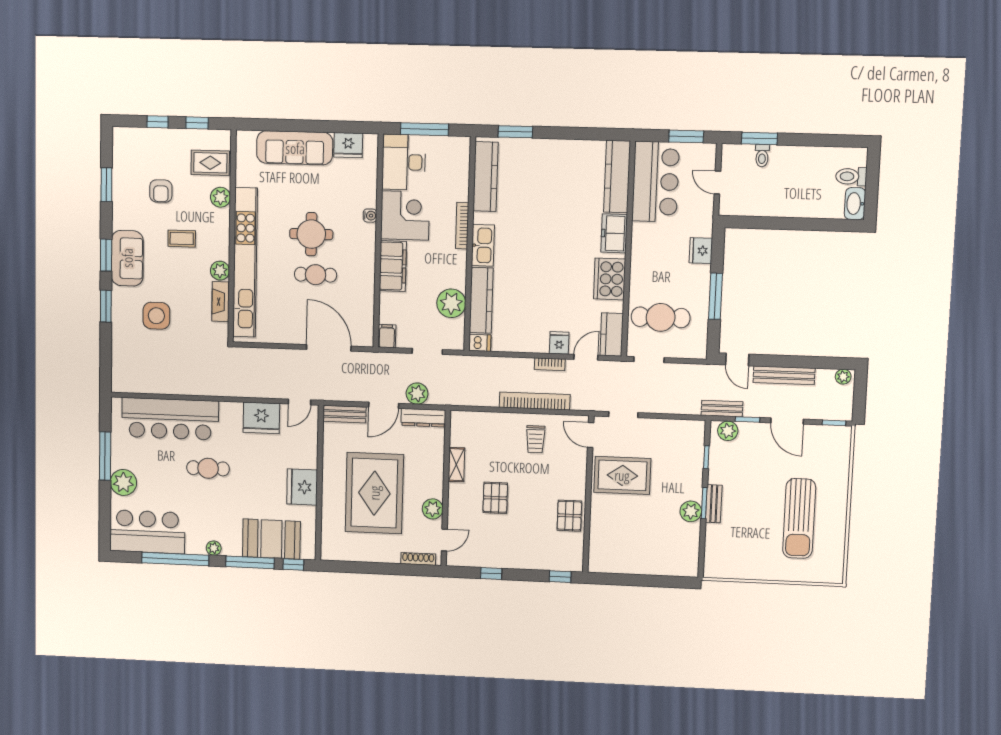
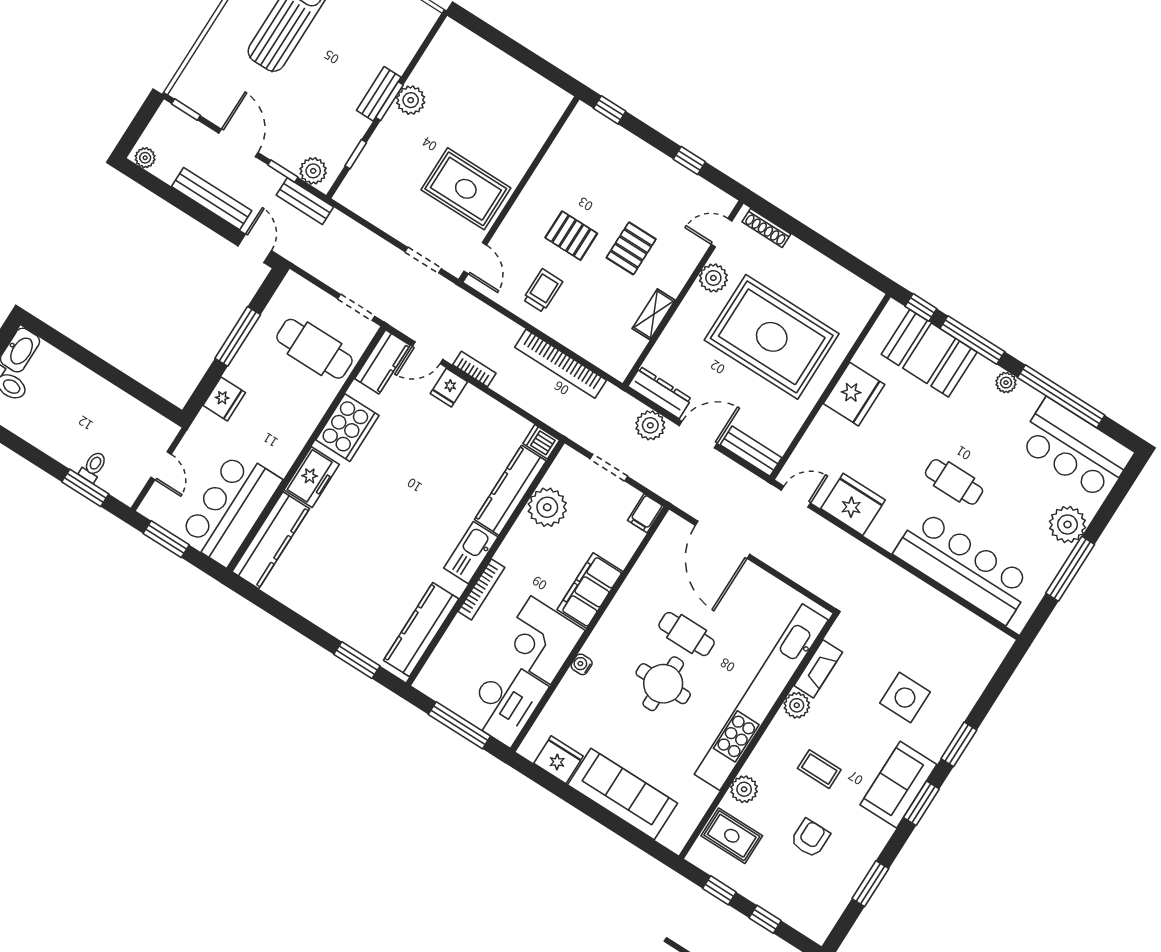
bookcase: (535, 401) -> (561, 364), moved
rug: (374, 493) -> (772, 337), turned 90
pallet: (569, 516) -> (571, 236), moved, turned 90

